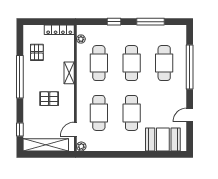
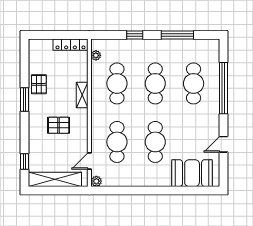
pallet: (37, 52) -> (39, 84), moved
window: (20, 77) -> (24, 100), width x0.47

